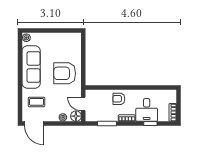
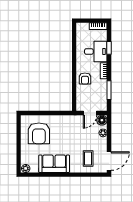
sofa: (31, 67) -> (54, 164), width x0.73
armchair: (65, 73) -> (39, 133), moved

